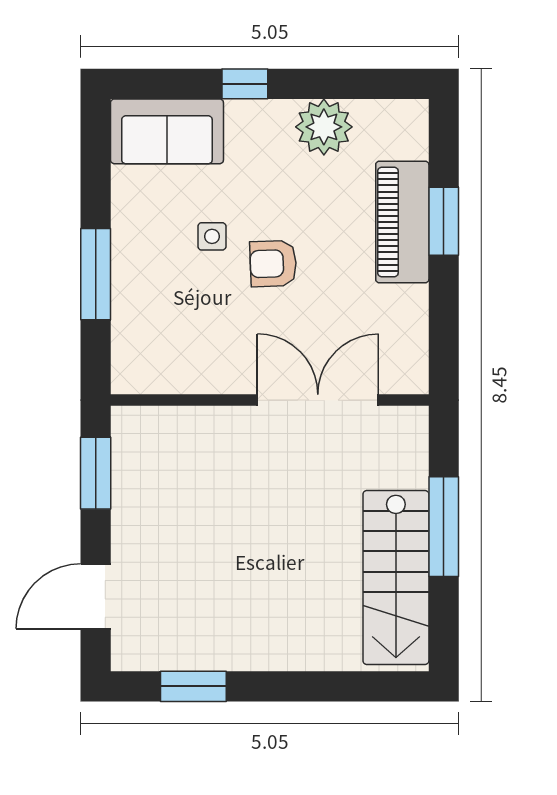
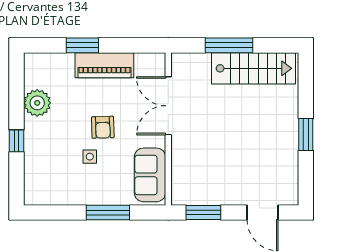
sofa: (167, 131) -> (150, 175), moved, turned 180
piano: (402, 222) -> (104, 65), moved
window: (193, 686) -> (306, 135), moved

